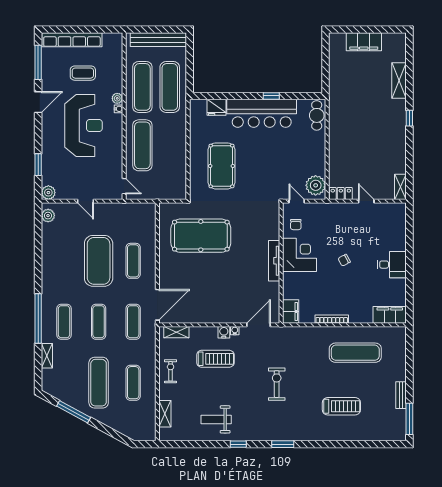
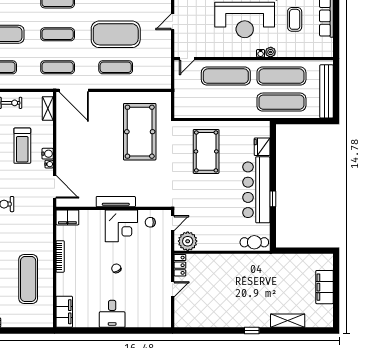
pool table: (221, 166) -> (206, 151), turned 90
shelving: (400, 187) -> (186, 322), removed

